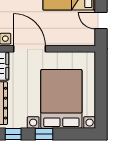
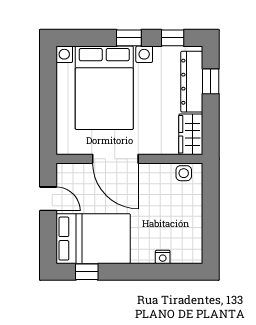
door: (29, 49) -> (115, 159), moved

